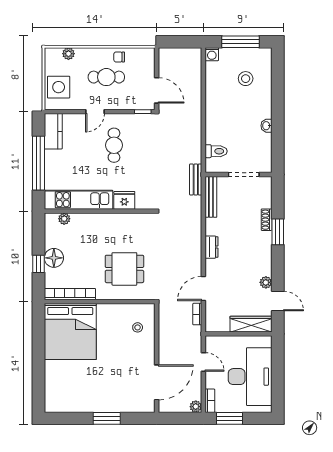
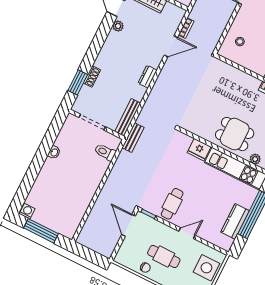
washing machine: (212, 54) -> (27, 211), moved
stool: (246, 79) -> (52, 199), removed
kitchen counter: (53, 131) -> (235, 221), moved
cafe table: (114, 145) -> (172, 204), moved
window: (278, 232) -> (78, 82), moved
dining table: (124, 269) -> (235, 134), moved

